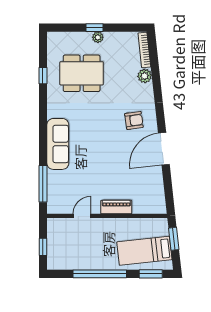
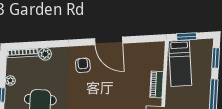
plant: (98, 37) -> (10, 80), moved
bed: (144, 251) -> (180, 63), moved

